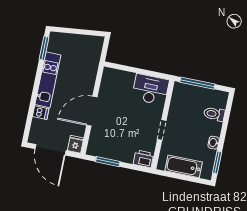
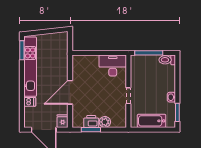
kitchen unit: (48, 80) -> (30, 67), width x1.36
toilet: (214, 114) -> (167, 60), moved
plant: (127, 156) -> (105, 122), added
printer: (143, 159) -> (91, 121), moved

